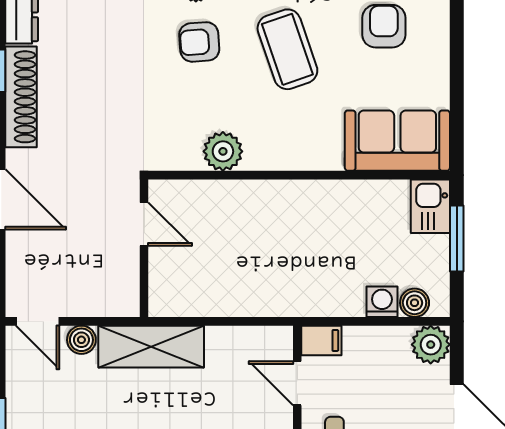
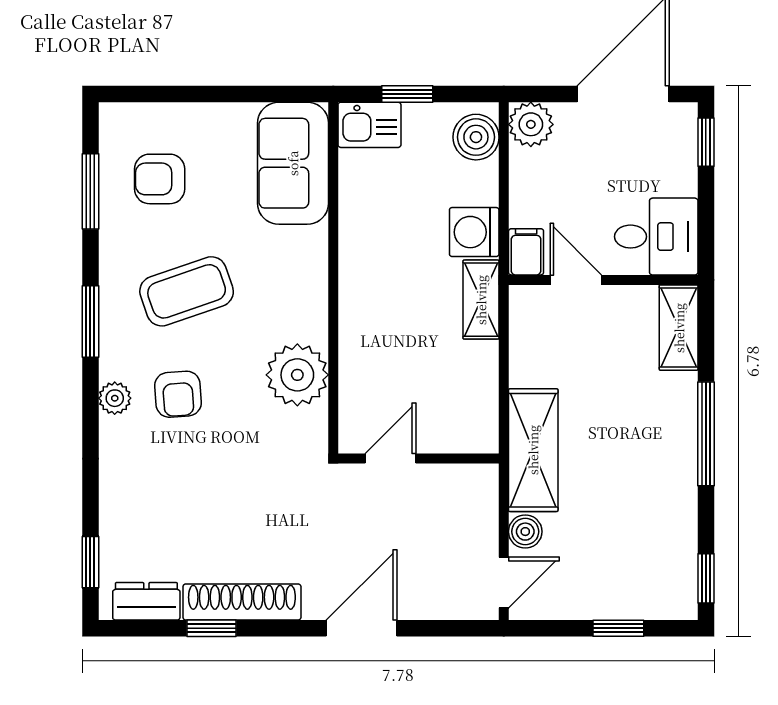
plant: (223, 151) -> (297, 375), width x1.36, depth x1.36
window: (457, 239) -> (407, 94), width x0.67
shelving: (280, 302) -> (481, 300), added
washing machine: (382, 302) -> (474, 232), moved, width x1.38, depth x1.38
boiler: (415, 303) -> (476, 137), width x1.36, depth x1.36
door: (297, 383) -> (576, 280), swing flipped

